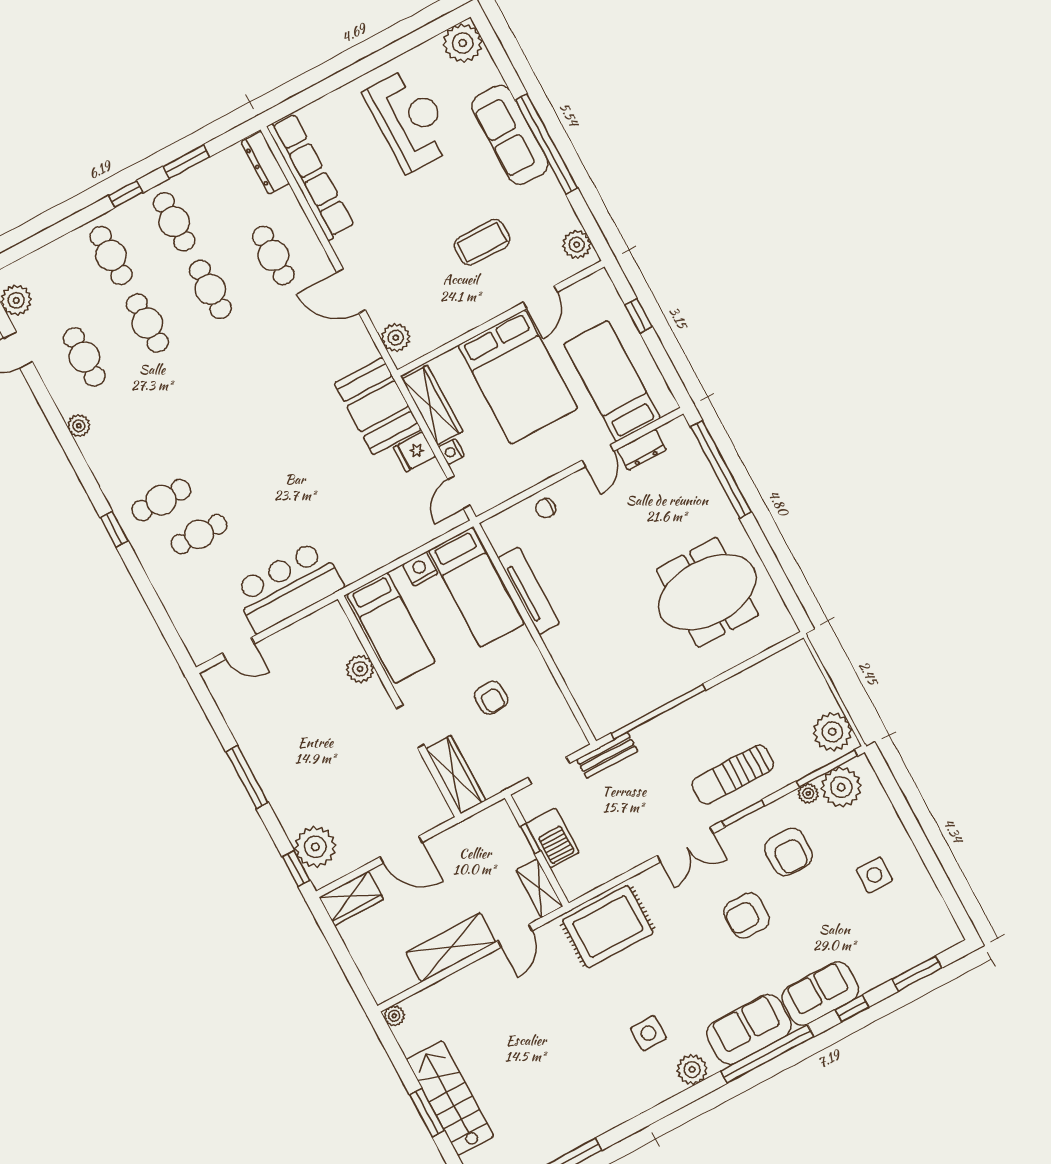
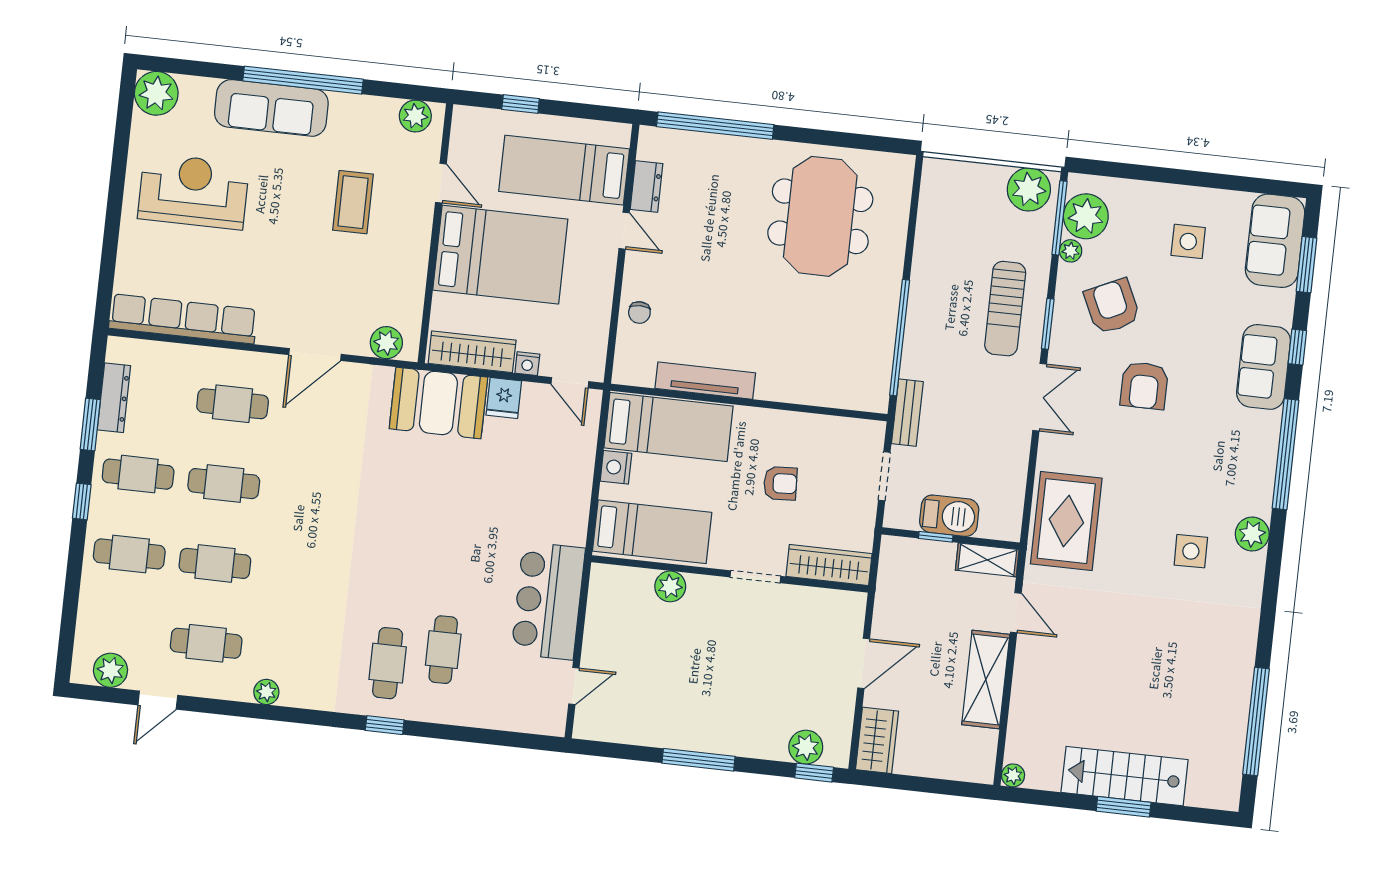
dresser: (265, 163) -> (114, 398), moved, turned -90
plant: (315, 847) -> (806, 747), width x0.73, depth x0.73
armchair: (789, 852) -> (1112, 306), turned -115
sofa: (749, 1029) -> (1275, 241), moved

